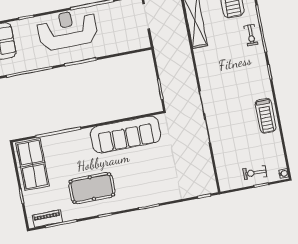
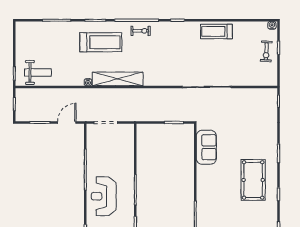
reception desk: (67, 30) -> (104, 196), width x0.74, depth x0.77
treadmill: (266, 116) -> (216, 31), turned 180
sofa: (126, 135) -> (206, 147), width x0.54, depth x0.79
pool table: (92, 188) -> (253, 180), moved

